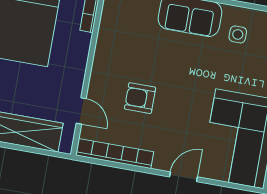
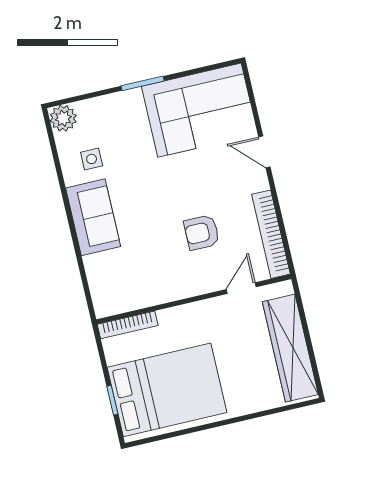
armchair: (140, 98) -> (202, 232), turned 90

